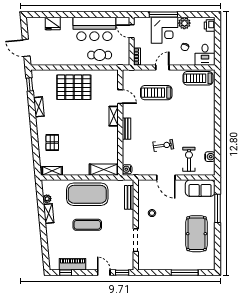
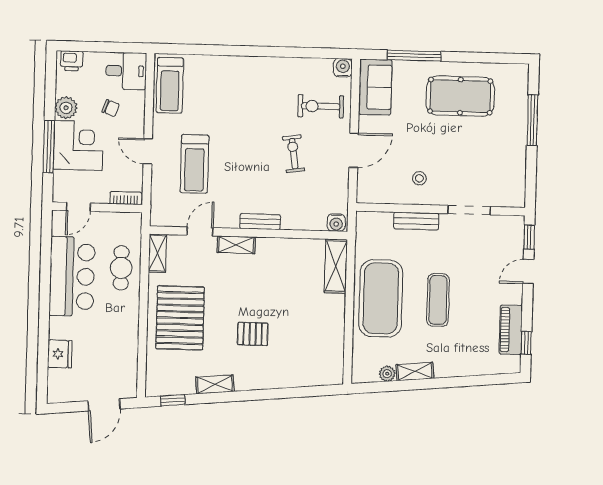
pallet: (52, 143) -> (253, 334), moved
water cooler: (210, 157) -> (343, 68), moved
shelving: (52, 171) -> (157, 253), moved
bench: (129, 197) -> (416, 221), moved

